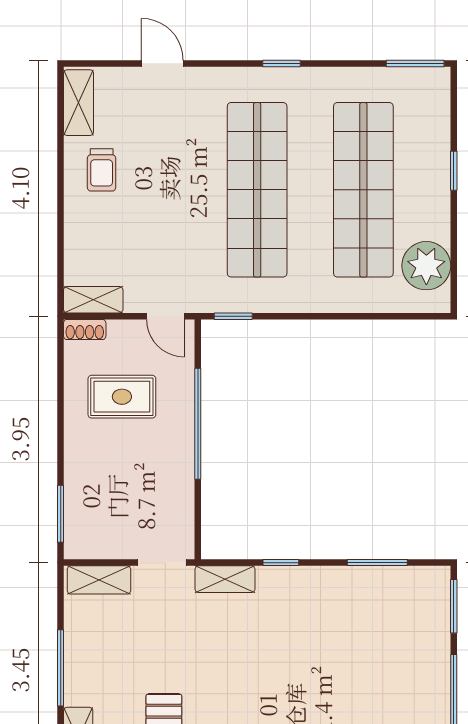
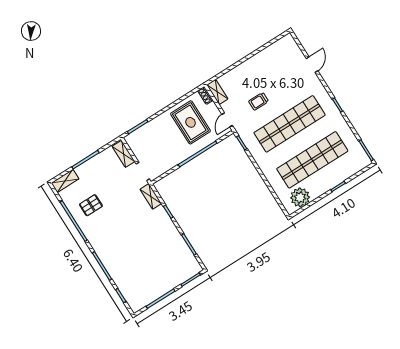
shelving: (78, 103) -> (281, 45), removed
trolley: (102, 170) -> (259, 101), moved
rug: (122, 397) -> (191, 122), width x1.36, depth x1.43

